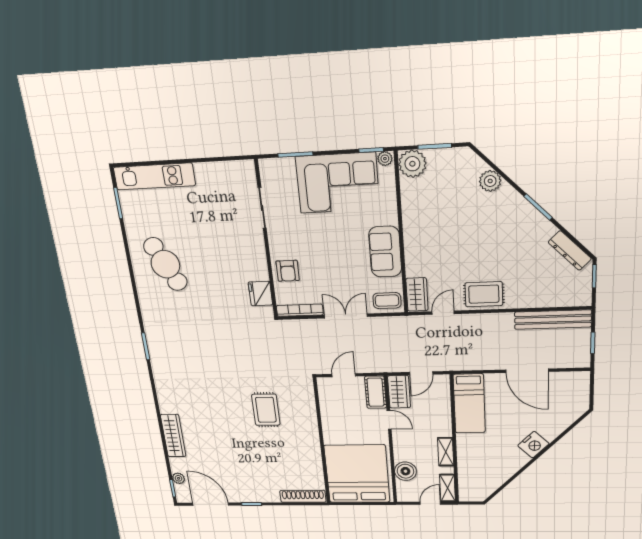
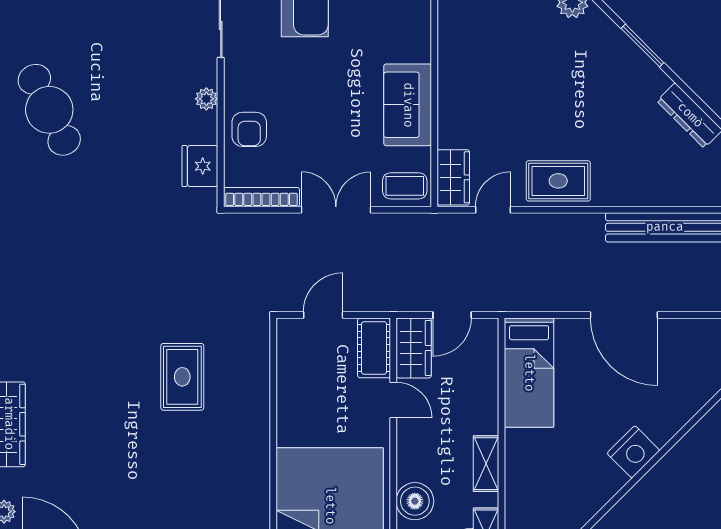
plant: (259, 254) -> (206, 99), added

